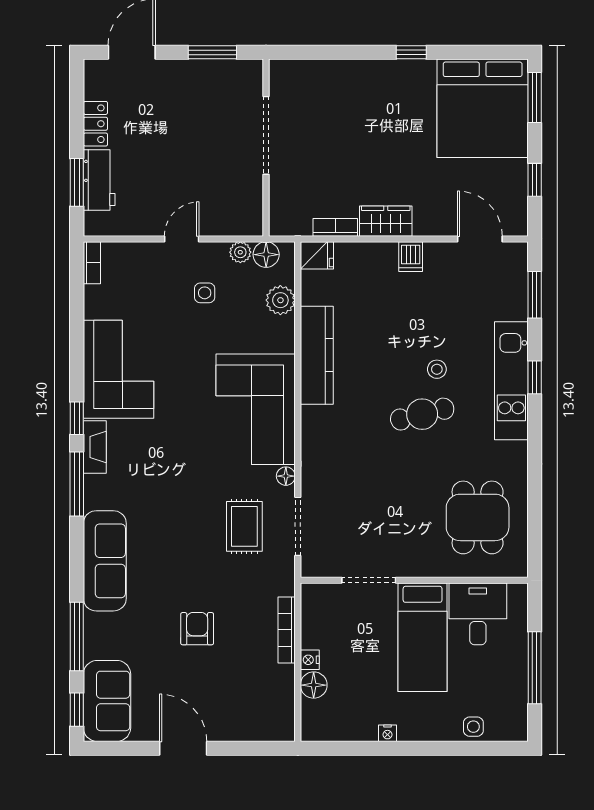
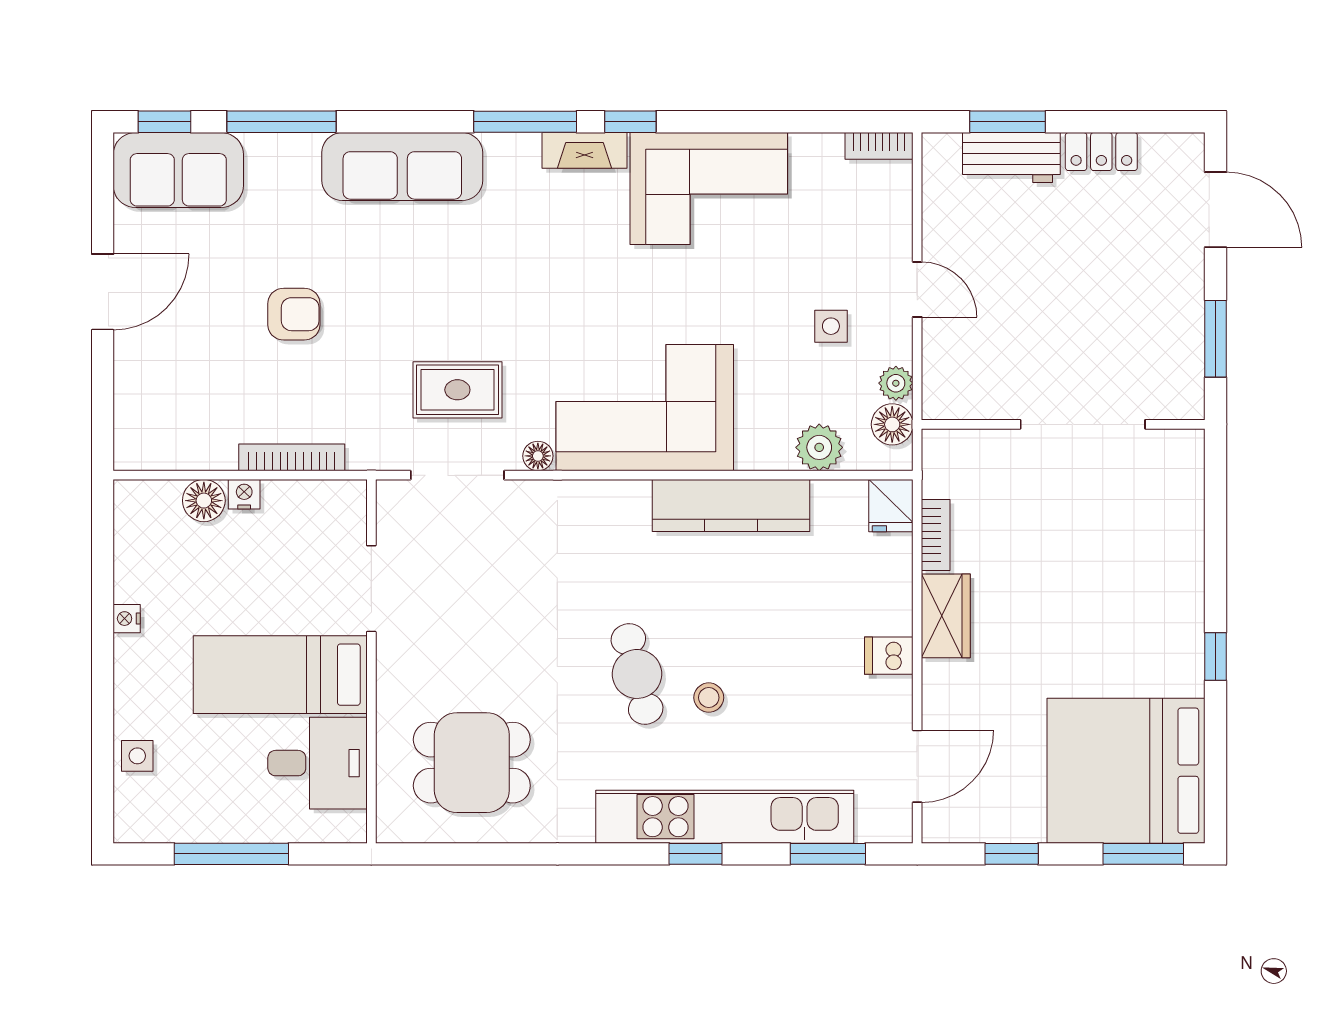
kitchen unit: (511, 381) -> (725, 817), width x1.36

